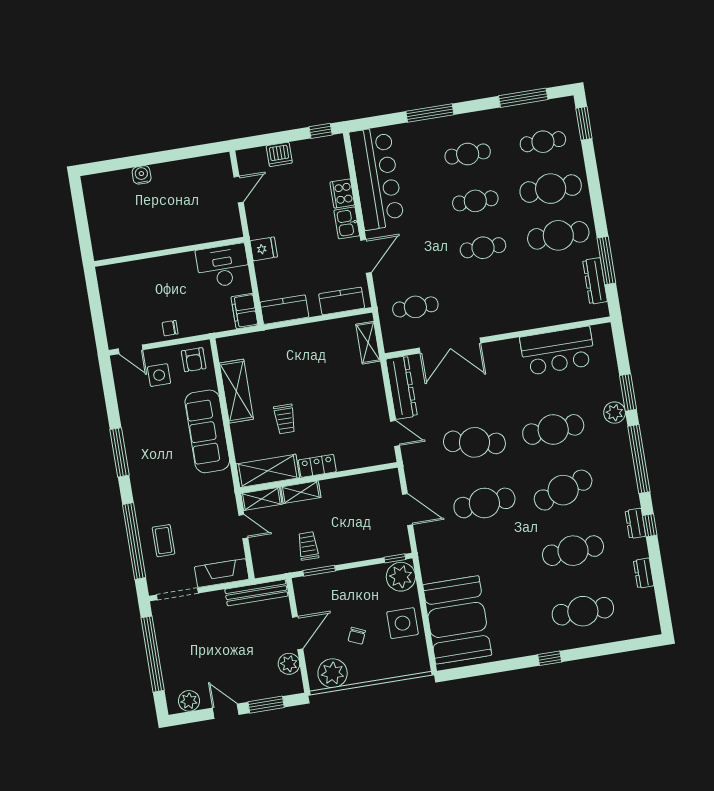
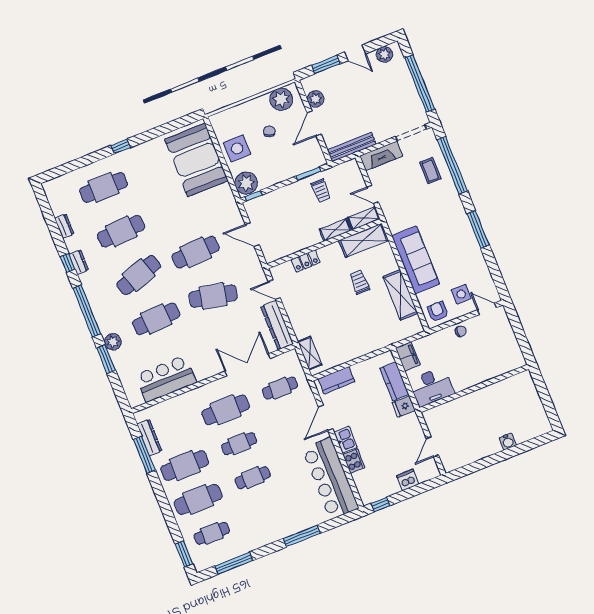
cafe table: (468, 154) -> (226, 410), moved, width x1.37, depth x1.35
kitchen counter: (284, 310) -> (394, 381), moved, turned 90
locker: (317, 466) -> (306, 261), moved

